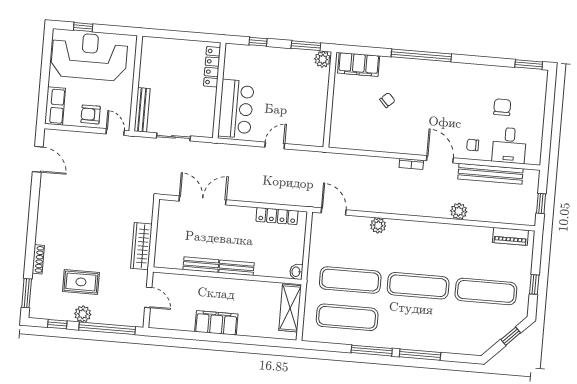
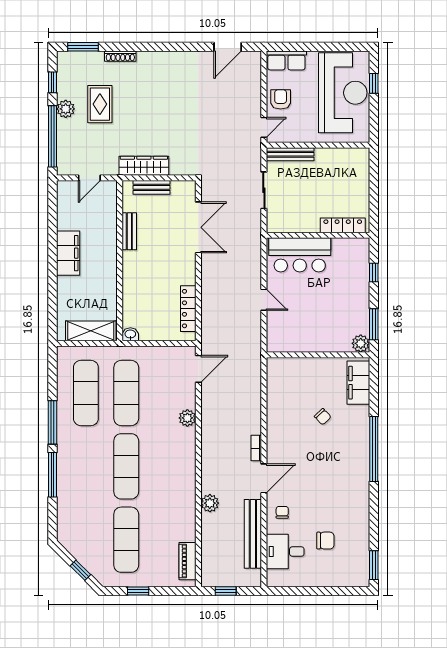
bench: (236, 268) -> (151, 187), moved, turned 90

